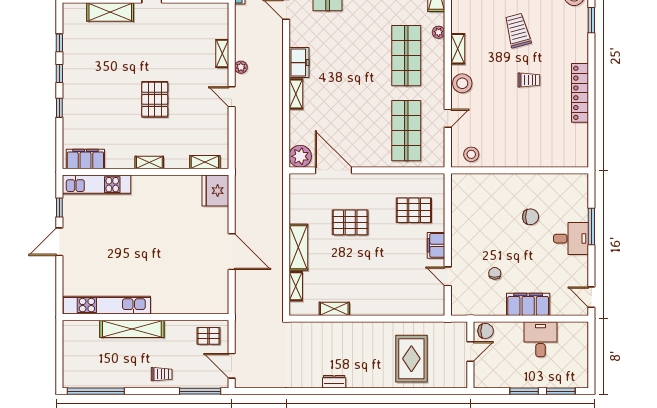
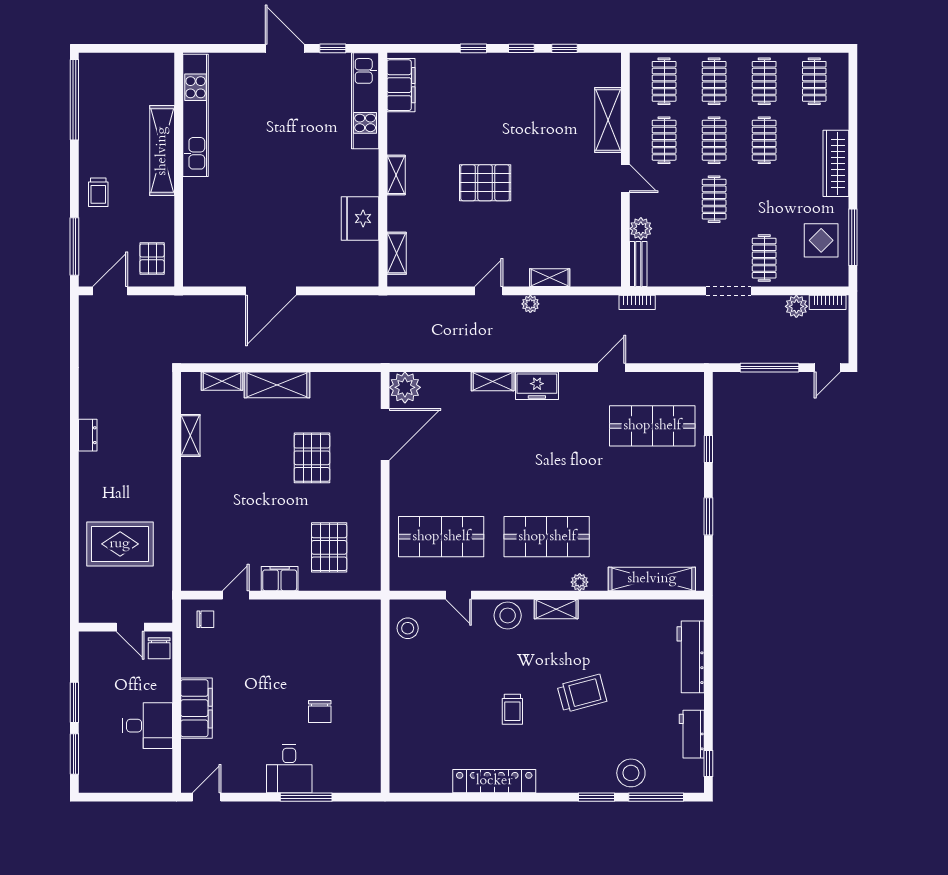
fridge: (215, 191) -> (360, 218), moved, turned -90
chair: (495, 273) -> (205, 619), moved

